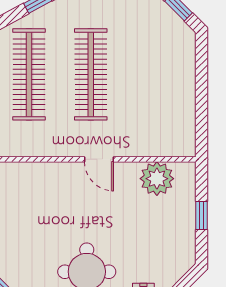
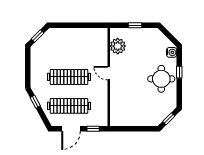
door: (99, 159) -> (109, 73), swing flipped

